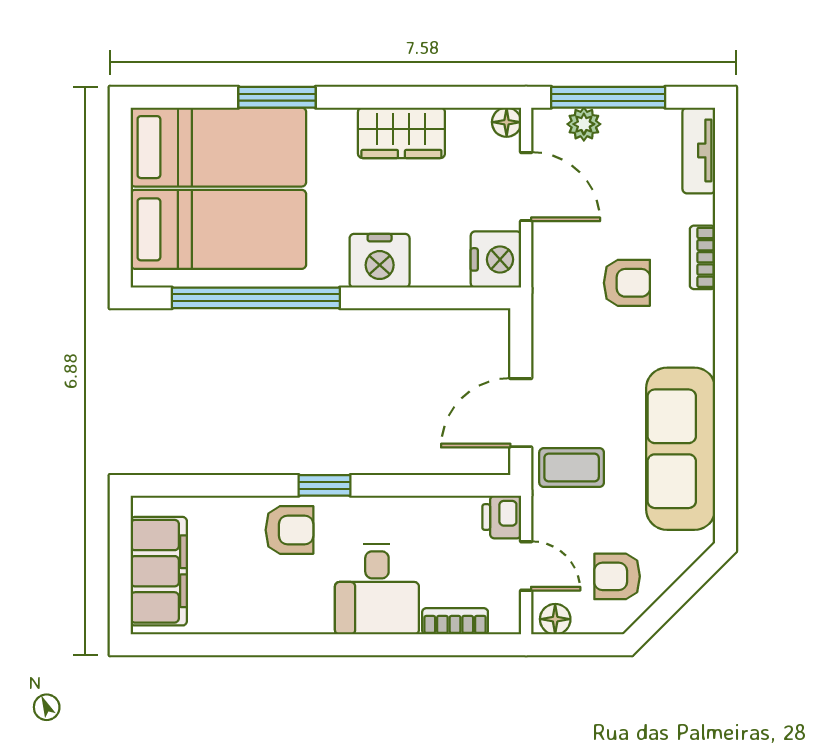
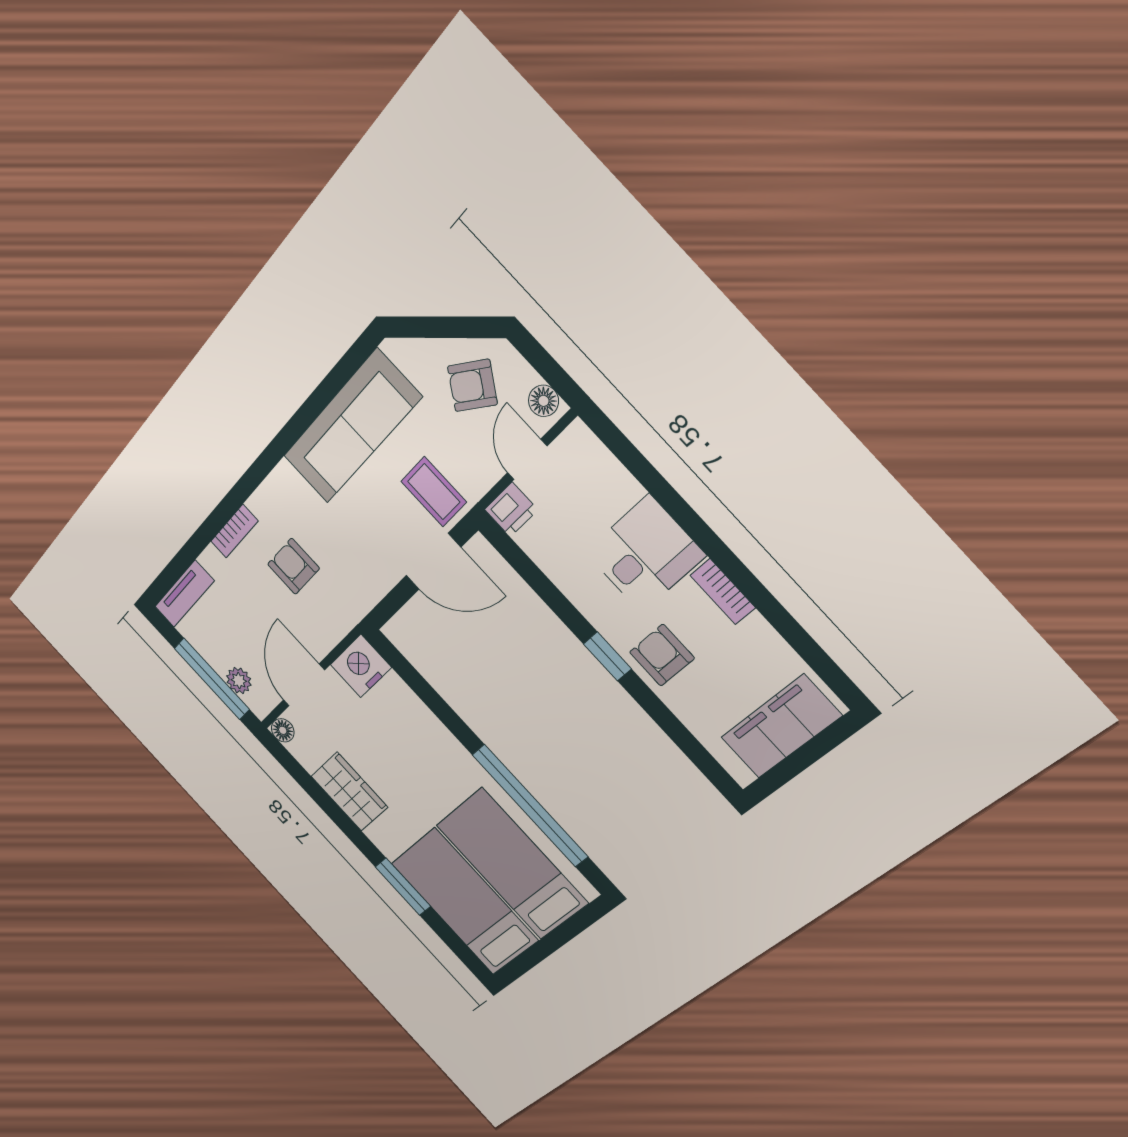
nightstand: (380, 261) -> (432, 742), removed
armchair: (617, 576) -> (472, 385), turned 125
bookcase: (455, 621) -> (723, 592), moved

